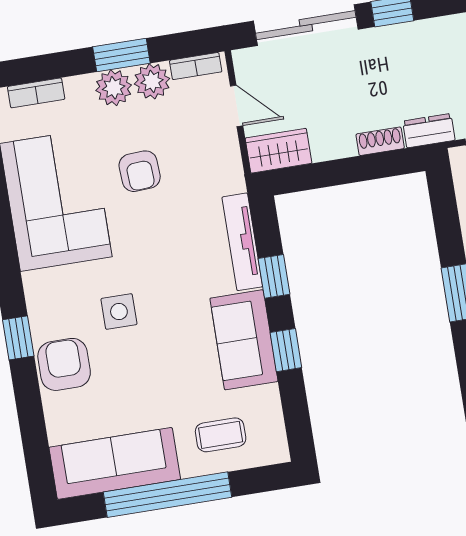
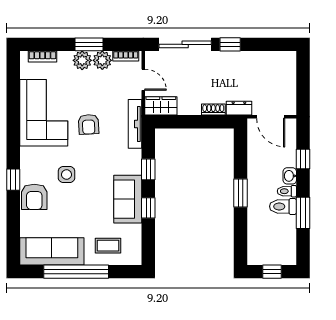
armchair: (140, 171) -> (89, 124), moved
tv unit: (242, 242) -> (135, 124), moved
armchair: (64, 364) -> (34, 197), turned 180

